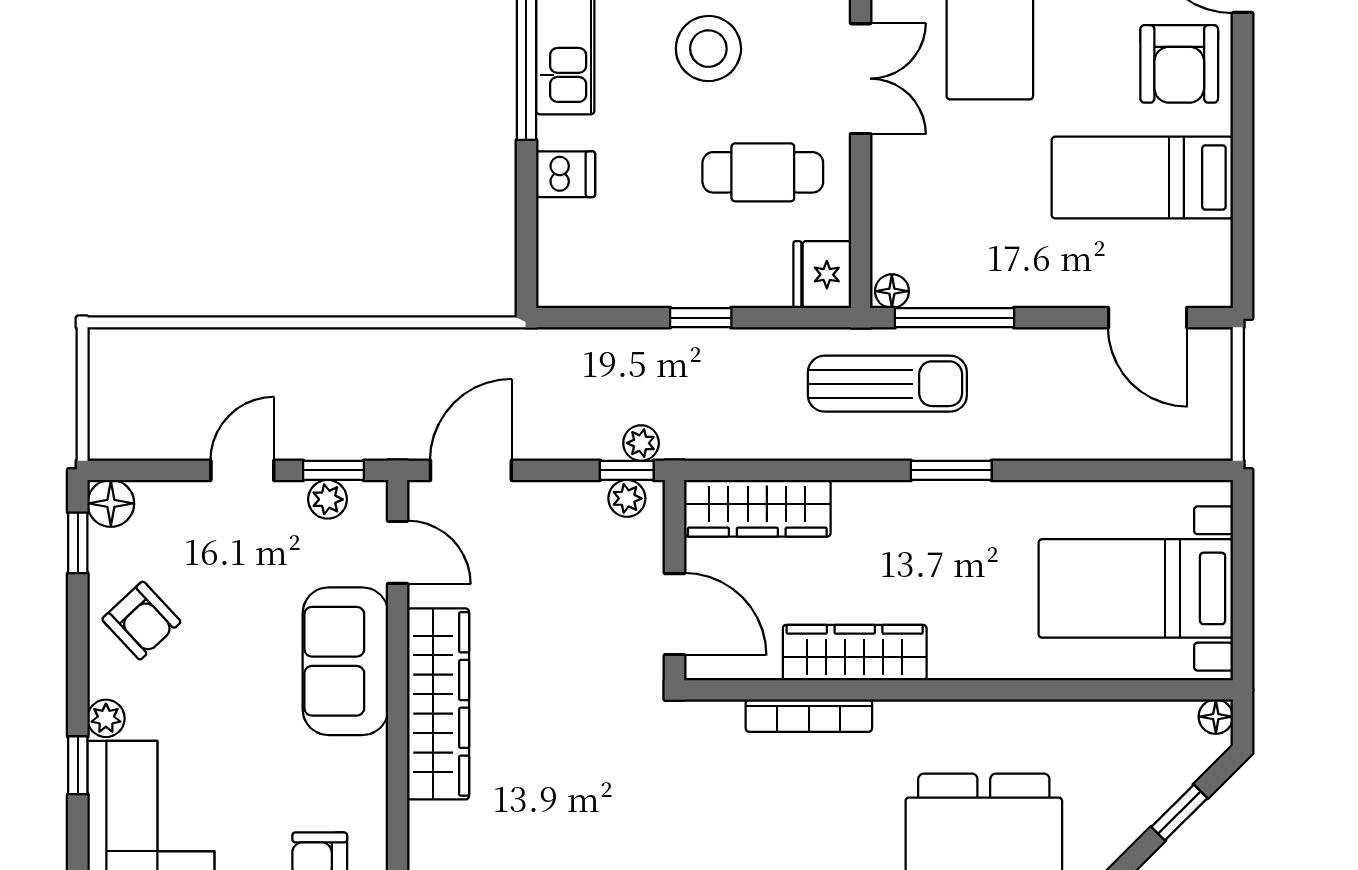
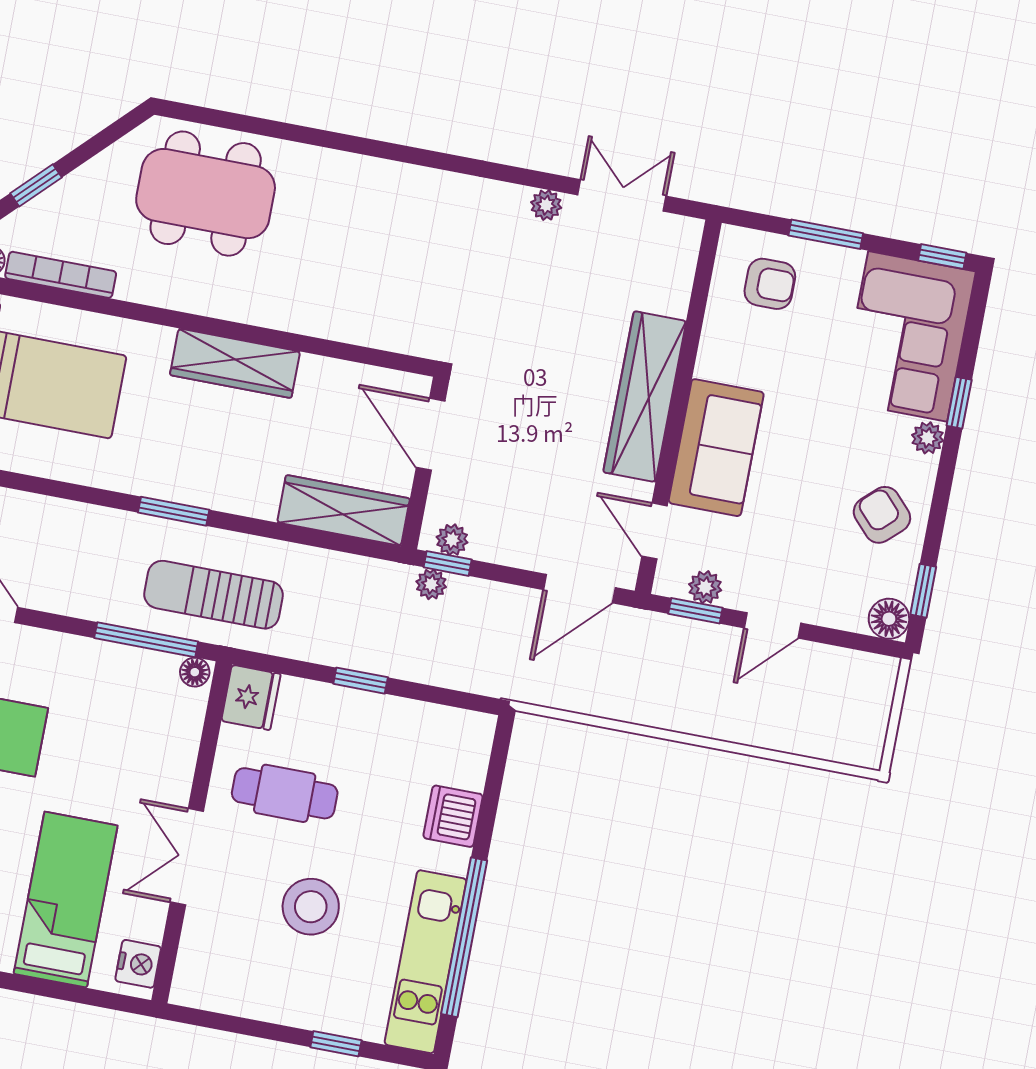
dishwasher: (566, 174) -> (453, 816), width x1.38
wardrobe: (855, 653) -> (235, 363), moved
bookcase: (809, 716) -> (61, 275), moved

